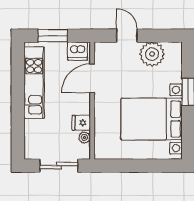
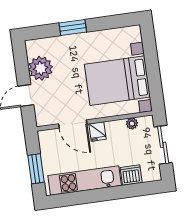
dishwasher: (77, 51) -> (131, 175), moved, turned -90
bed with nightstands: (151, 119) -> (117, 81), moved, turned 90
fridge: (81, 123) -> (97, 131), moved

